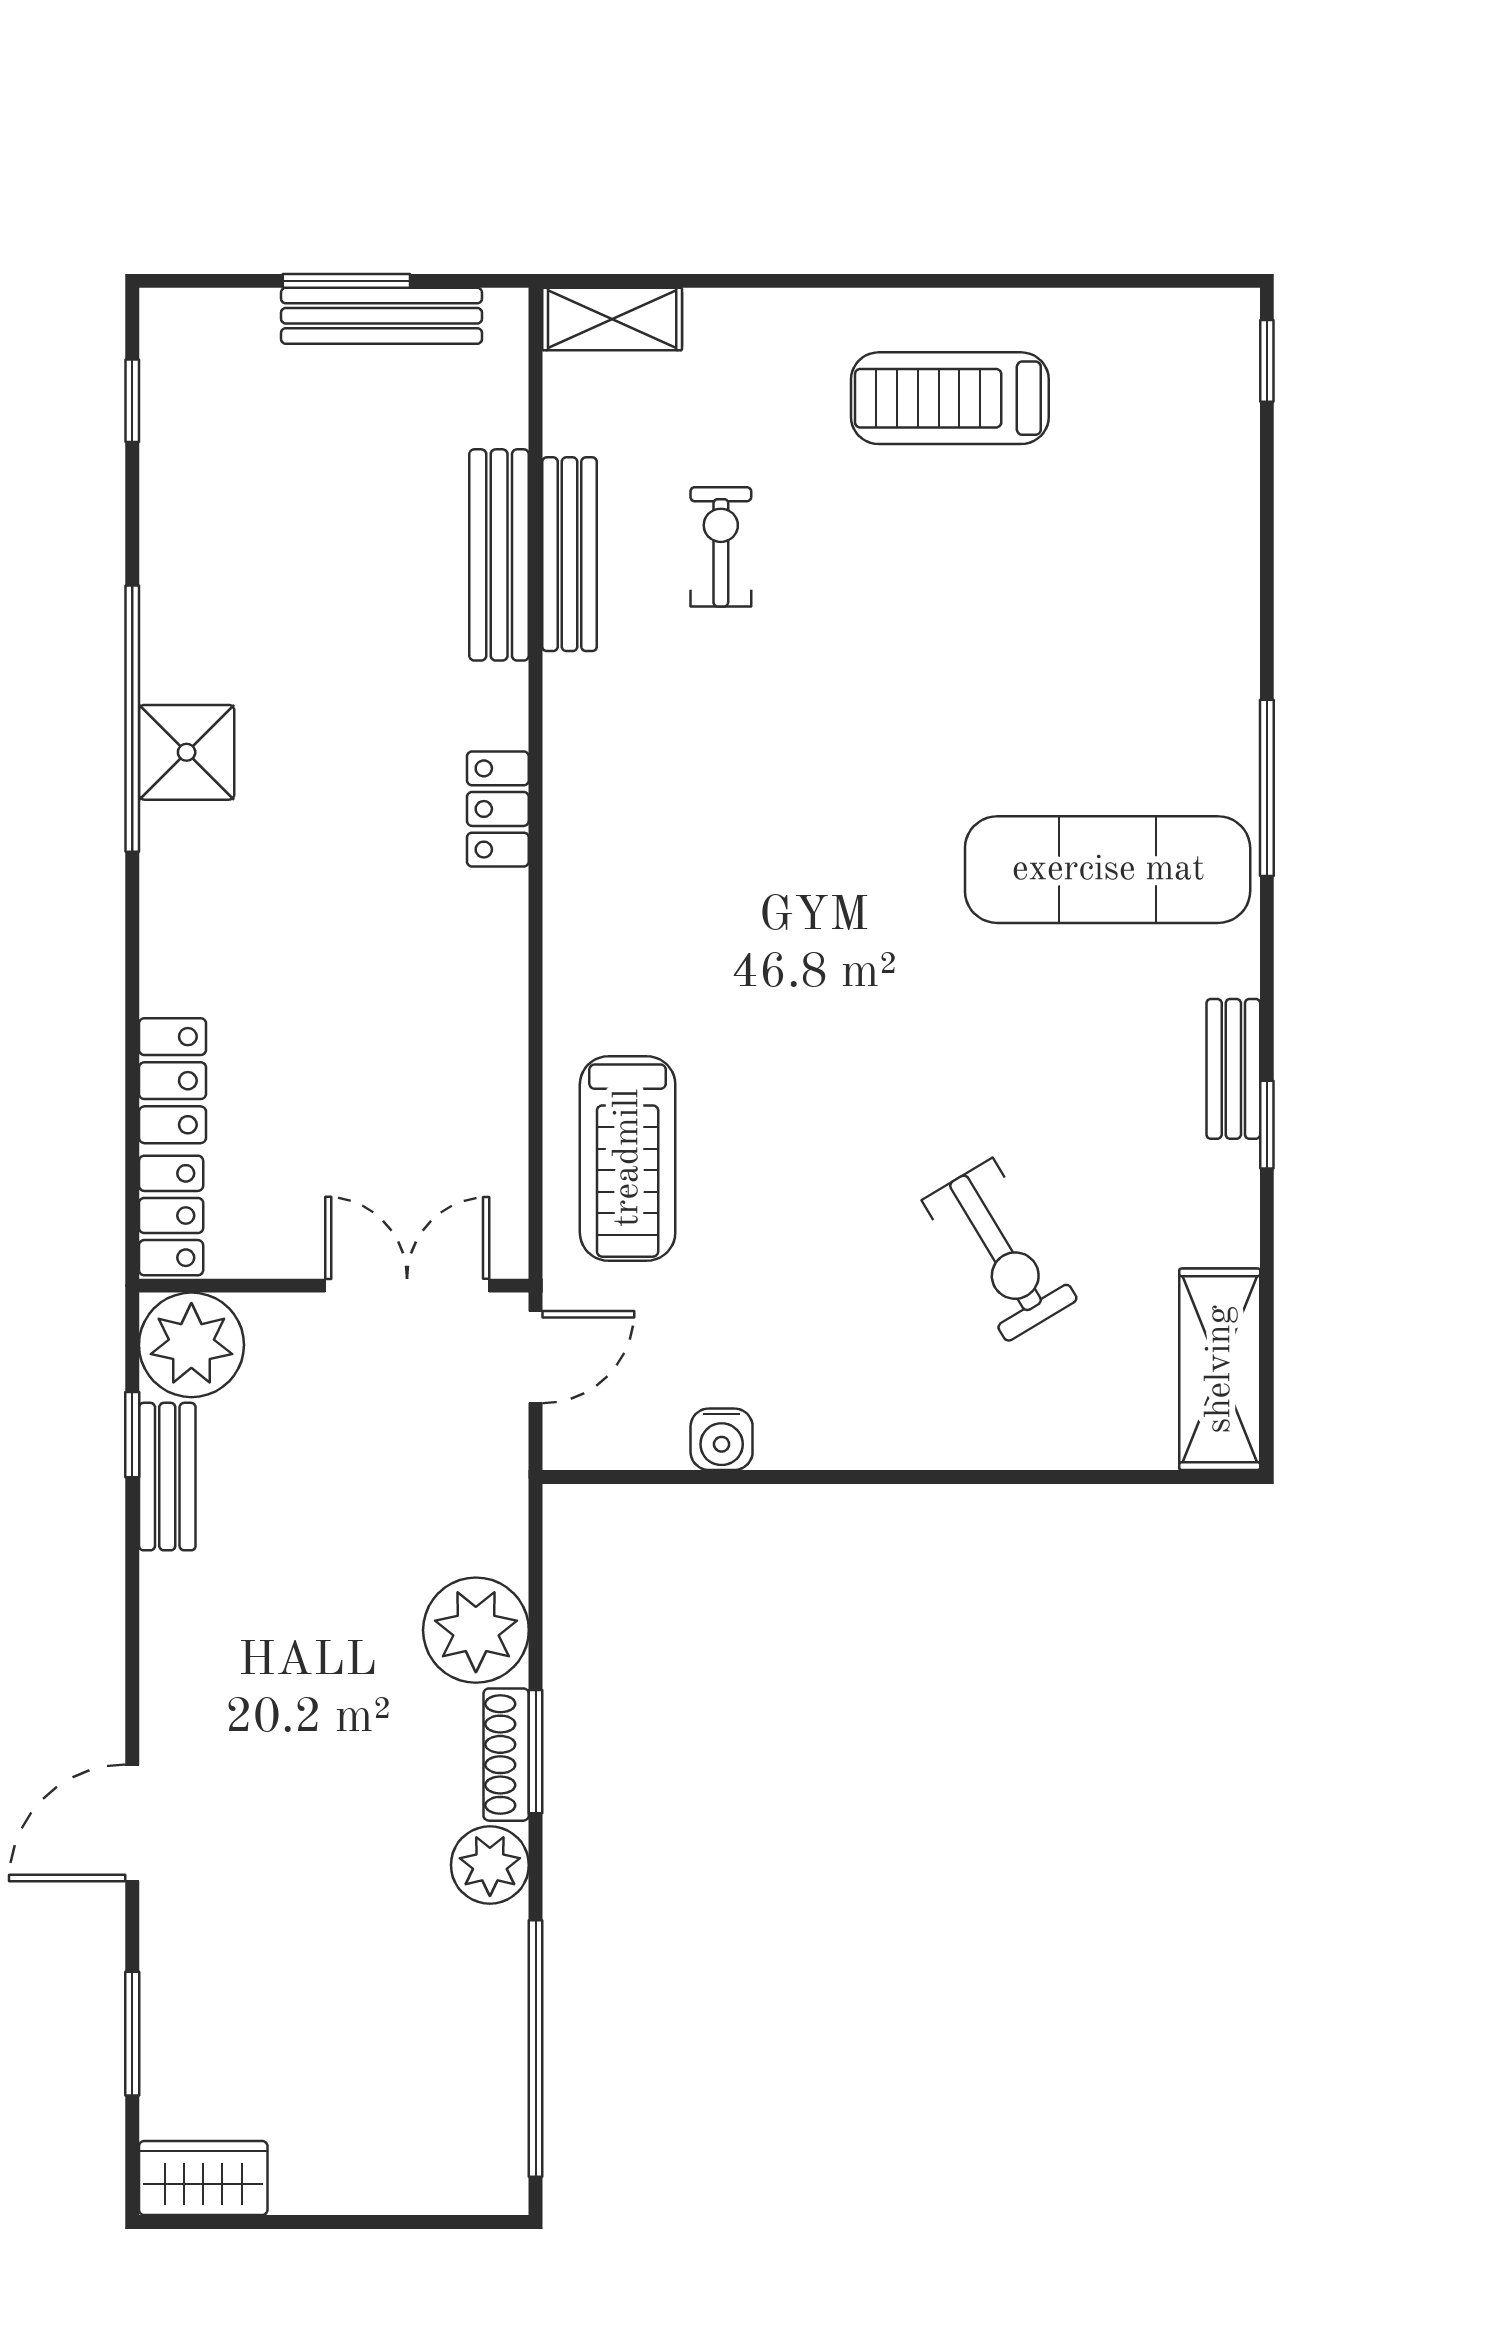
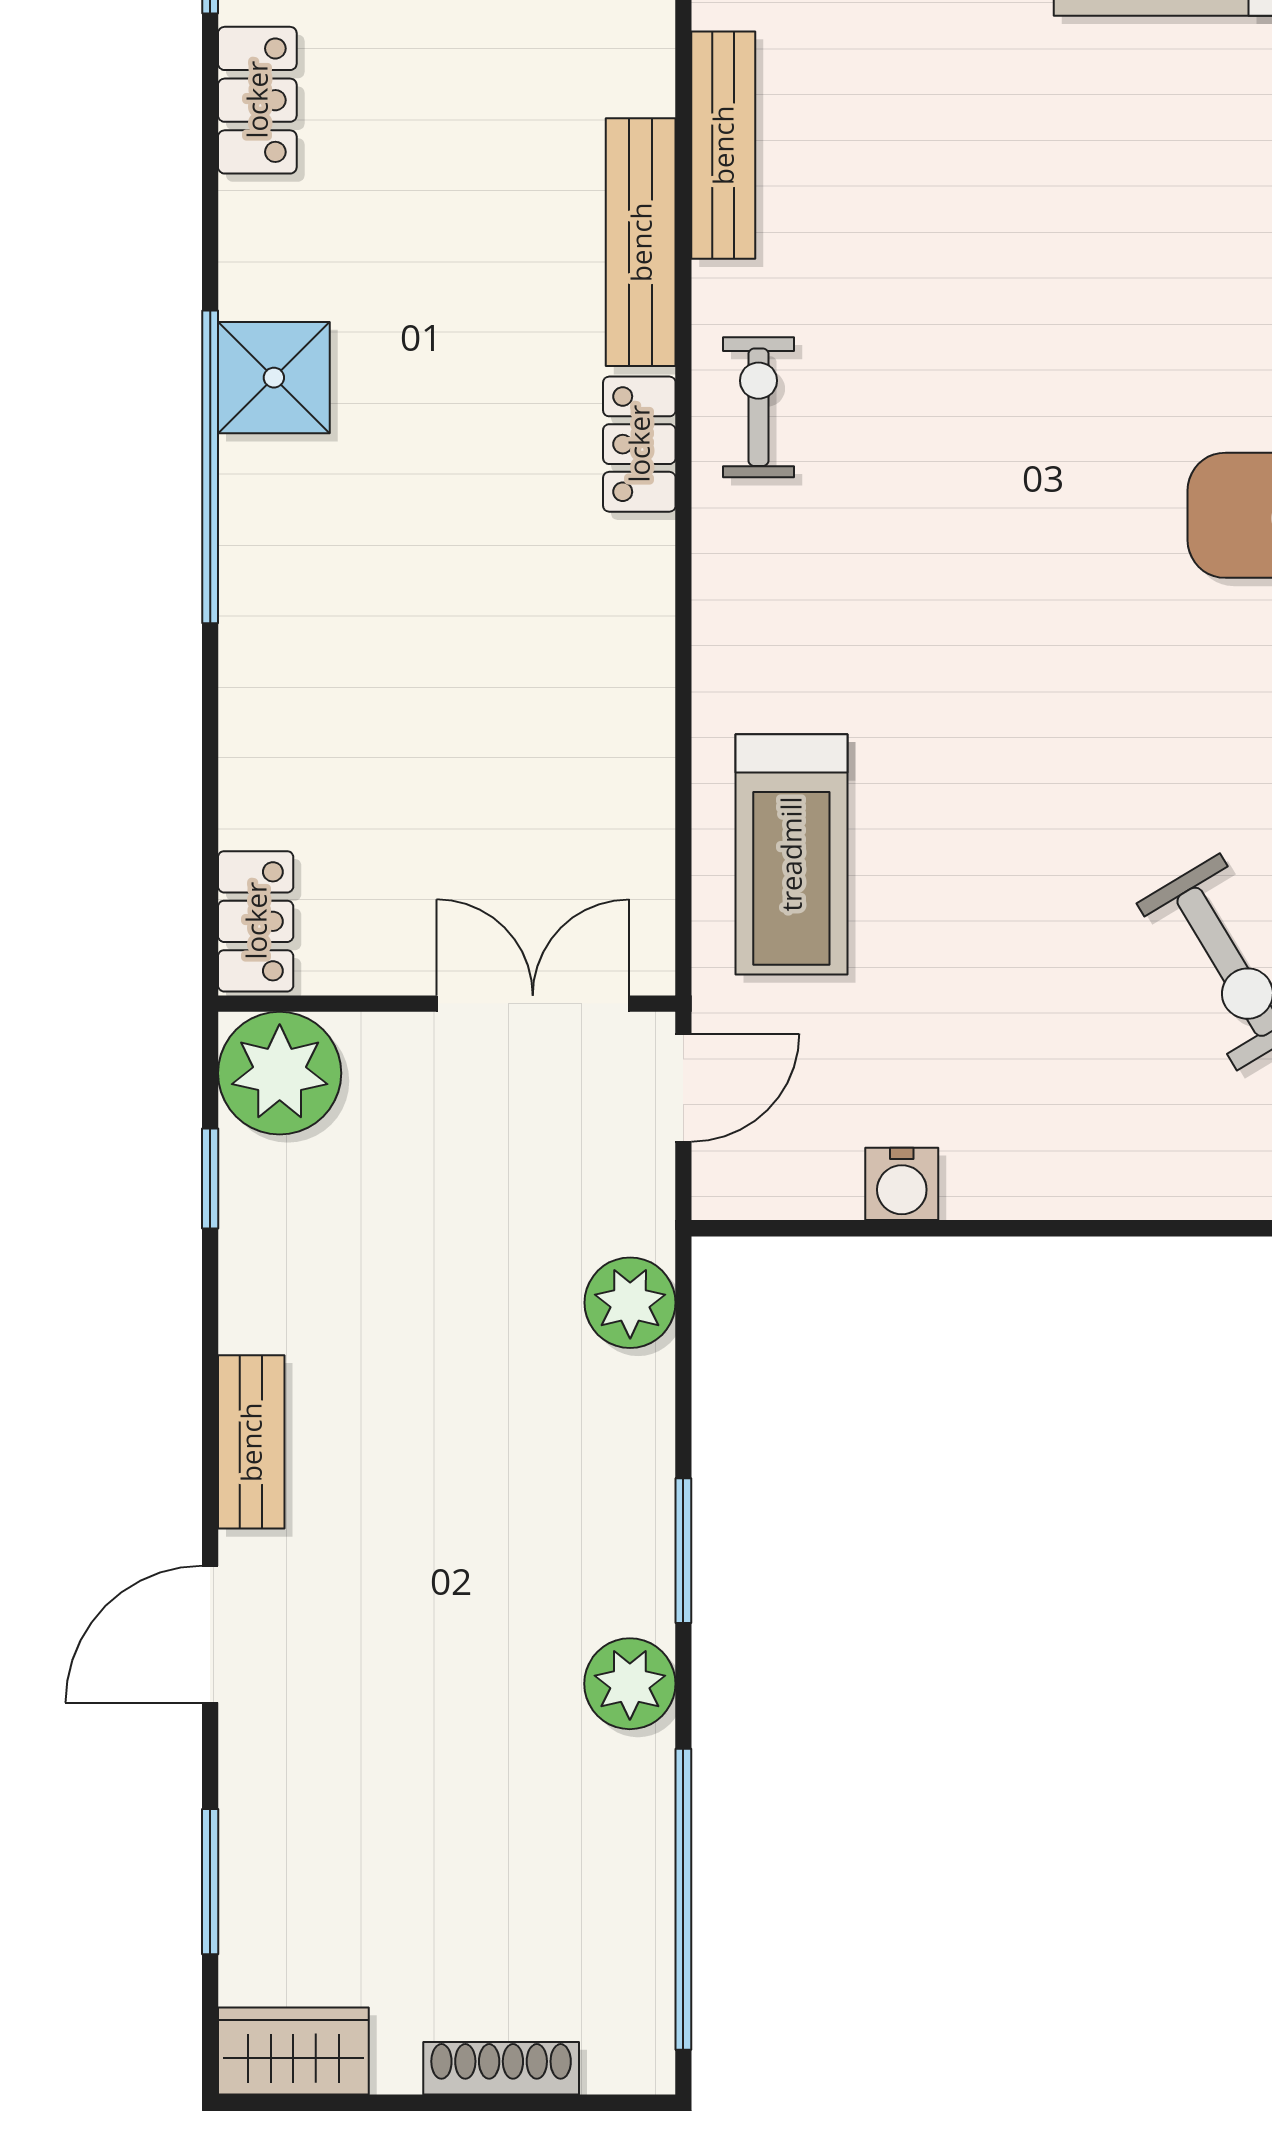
exercise bike: (721, 547) -> (759, 407), moved
bench: (499, 555) -> (641, 242), moved
window: (132, 719) -> (210, 467), moved
locker: (172, 1081) -> (257, 100), moved
bench: (167, 1477) -> (251, 1442), moved
plant: (476, 1630) -> (630, 1303), moved, width x0.73, depth x0.73
shoe rack: (506, 1755) -> (501, 2068), moved, turned 90

